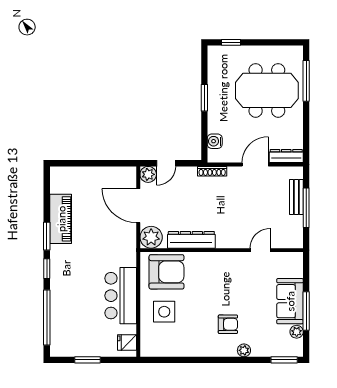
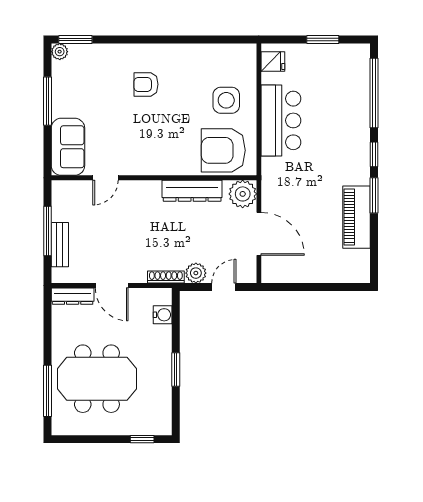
door: (255, 164) -> (112, 286), hinge flipped
plant: (148, 174) -> (196, 273), moved
sofa: (290, 301) -> (68, 147), moved
plant: (297, 332) -> (60, 52), moved
plant: (244, 350) -> (126, 52), removed

